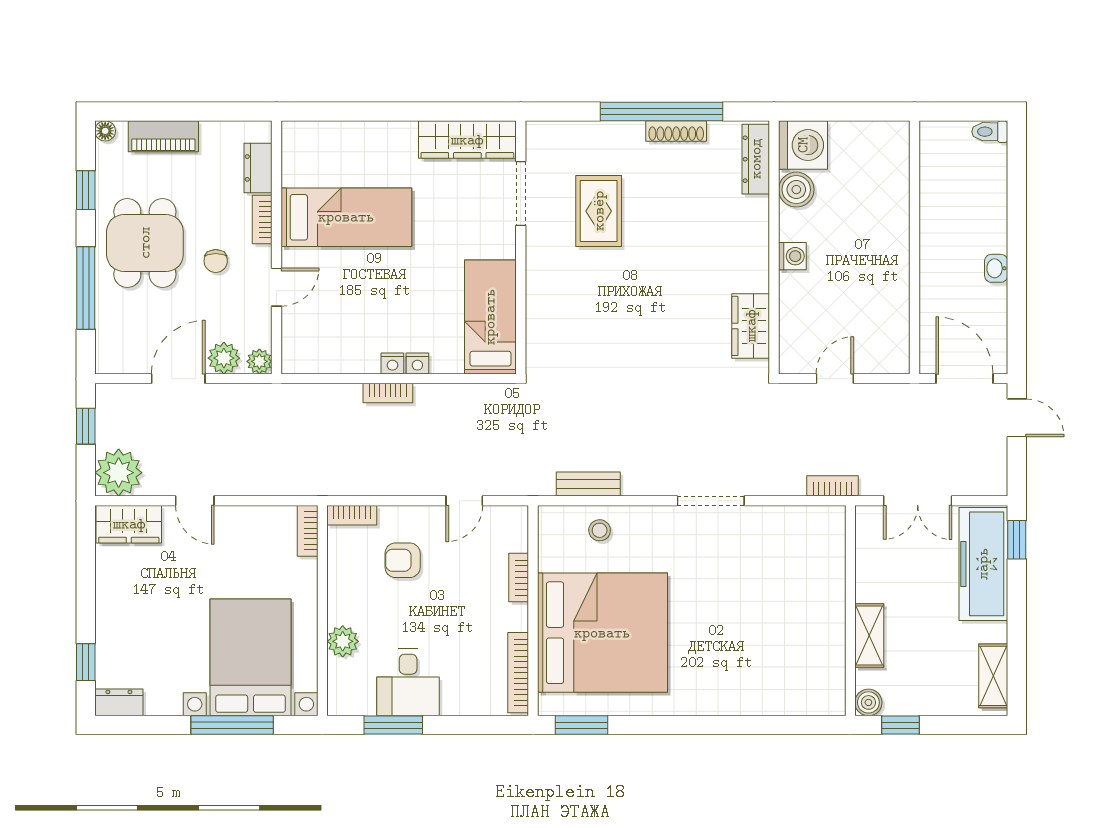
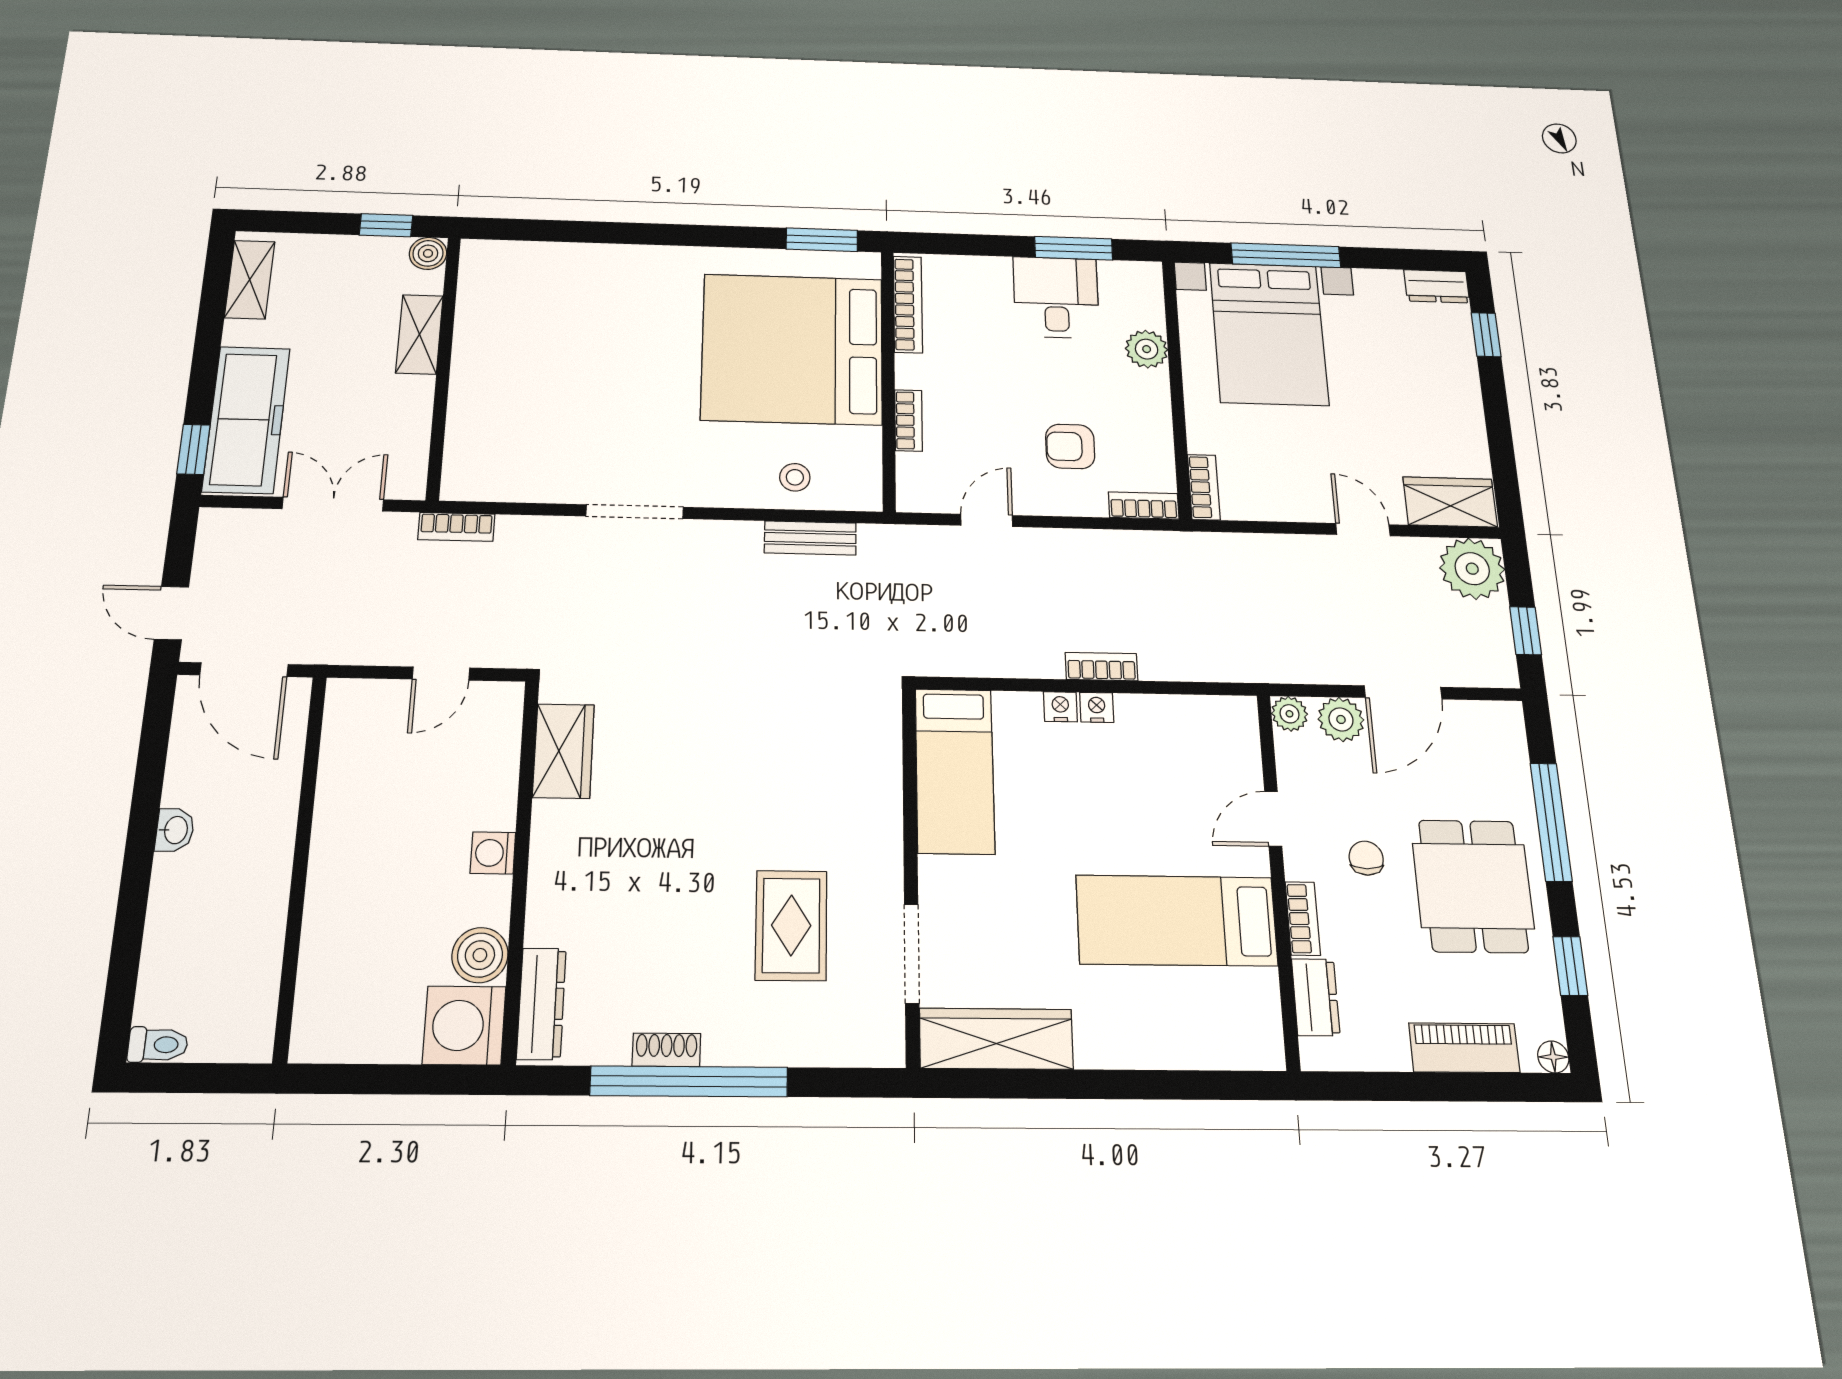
shoe rack: (676, 131) -> (666, 1050), width x0.70
armchair: (403, 560) -> (1070, 446), turned 180

